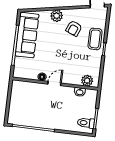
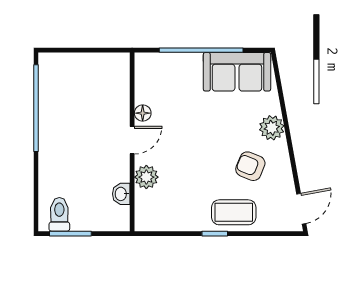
sofa: (27, 35) -> (237, 72), width x0.73
plant: (87, 81) -> (146, 177), moved
door: (54, 84) -> (132, 140), hinge flipped

